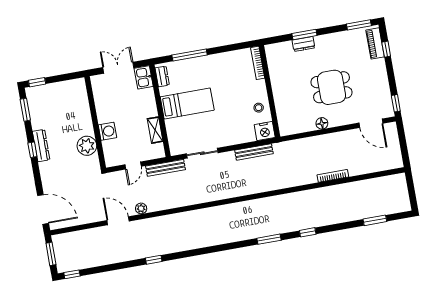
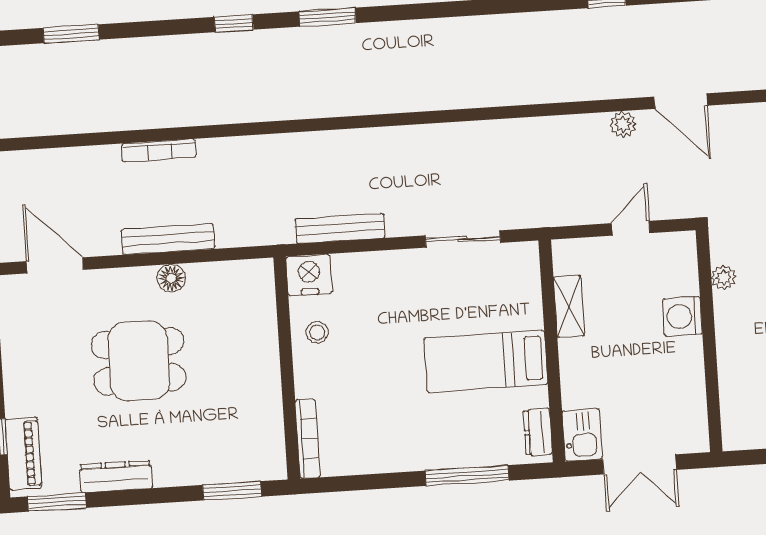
window: (304, 35) -> (232, 491), moved
dresser: (304, 44) -> (116, 476), moved, width x1.44
plant: (87, 146) -> (724, 277), width x0.53, depth x0.53
bench: (166, 168) -> (168, 239), moved

